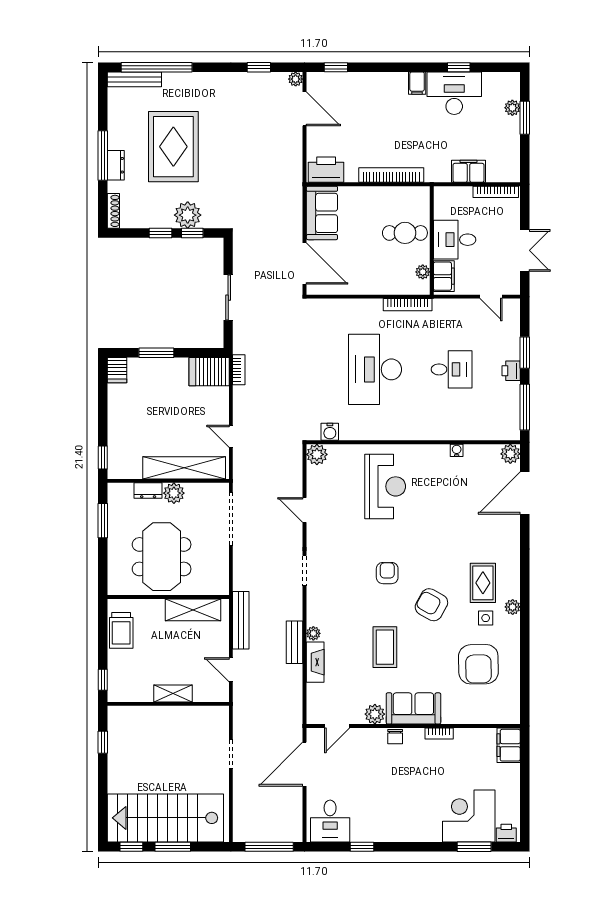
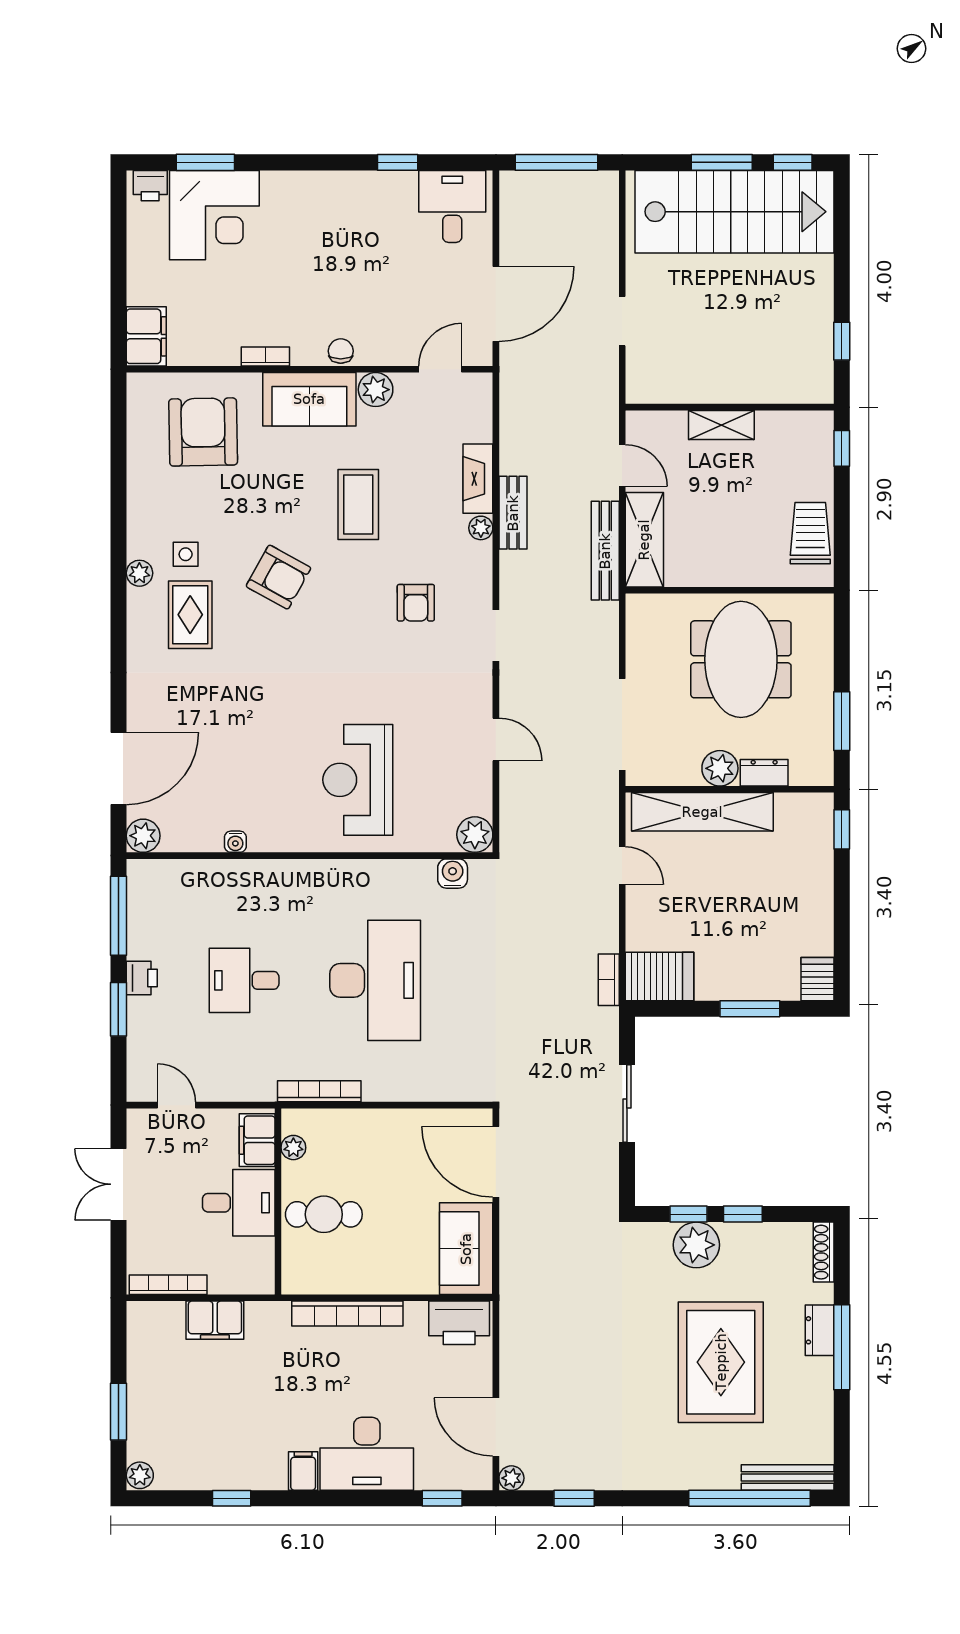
desk: (454, 93) -> (367, 1454), moved
plant: (512, 108) -> (140, 1475), moved
armchair: (387, 573) -> (416, 603), moved
shelving: (193, 610) -> (644, 540), moved, turned 90
armchair: (478, 664) -> (203, 432), moved

